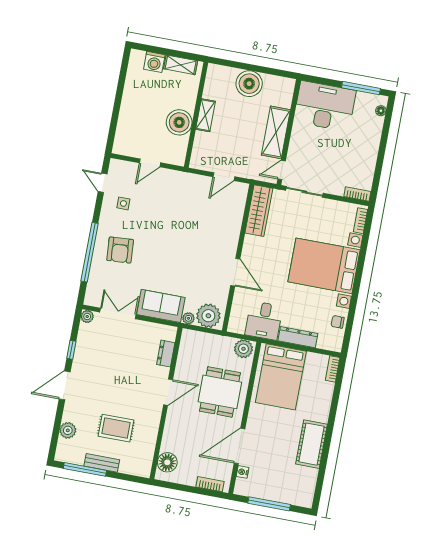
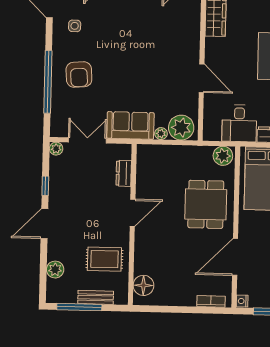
dresser: (166, 354) -> (124, 173), moved
door: (168, 392) -> (133, 213), moved
wall: (166, 403) -> (132, 224), moved
floor lamp: (167, 462) -> (143, 285), moved
nightstand: (243, 472) -> (242, 301), moved

